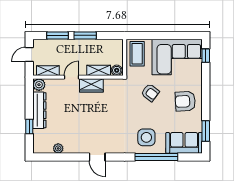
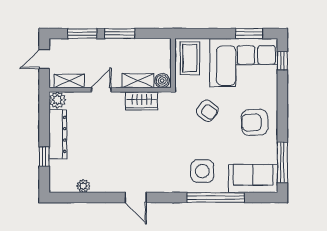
window: (181, 35) -> (249, 34), added
wardrobe: (91, 85) -> (142, 101), moved
window: (206, 131) -> (282, 162), width x1.44

